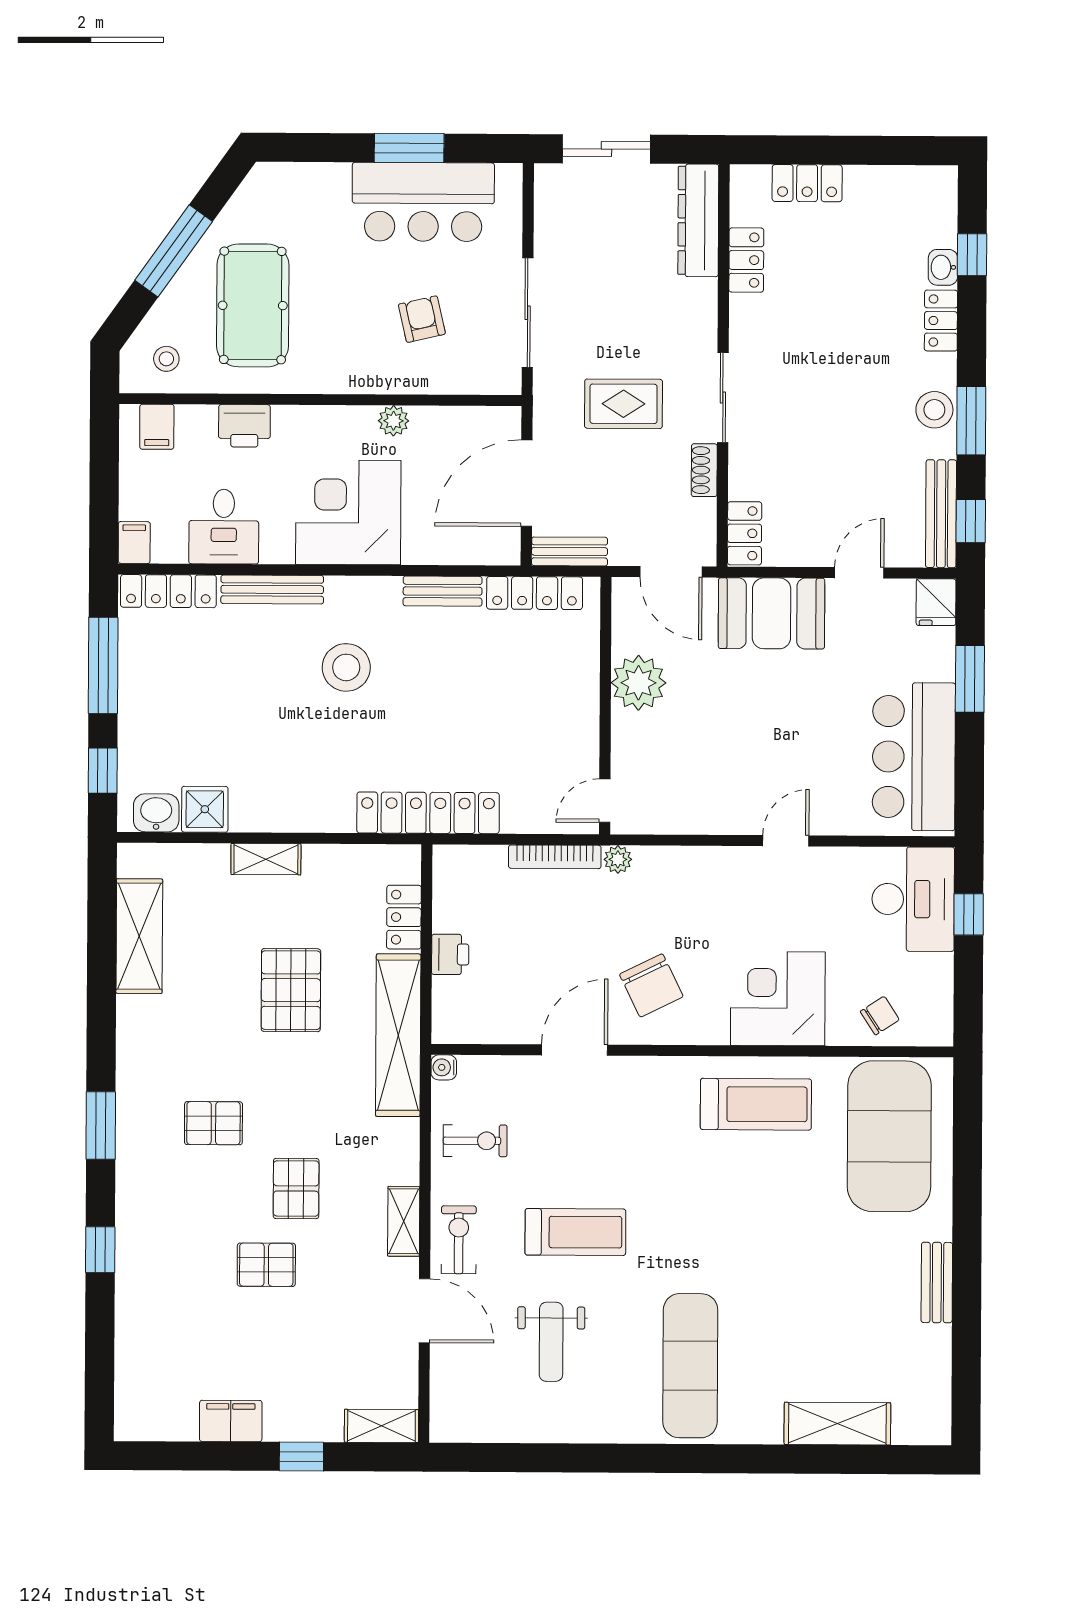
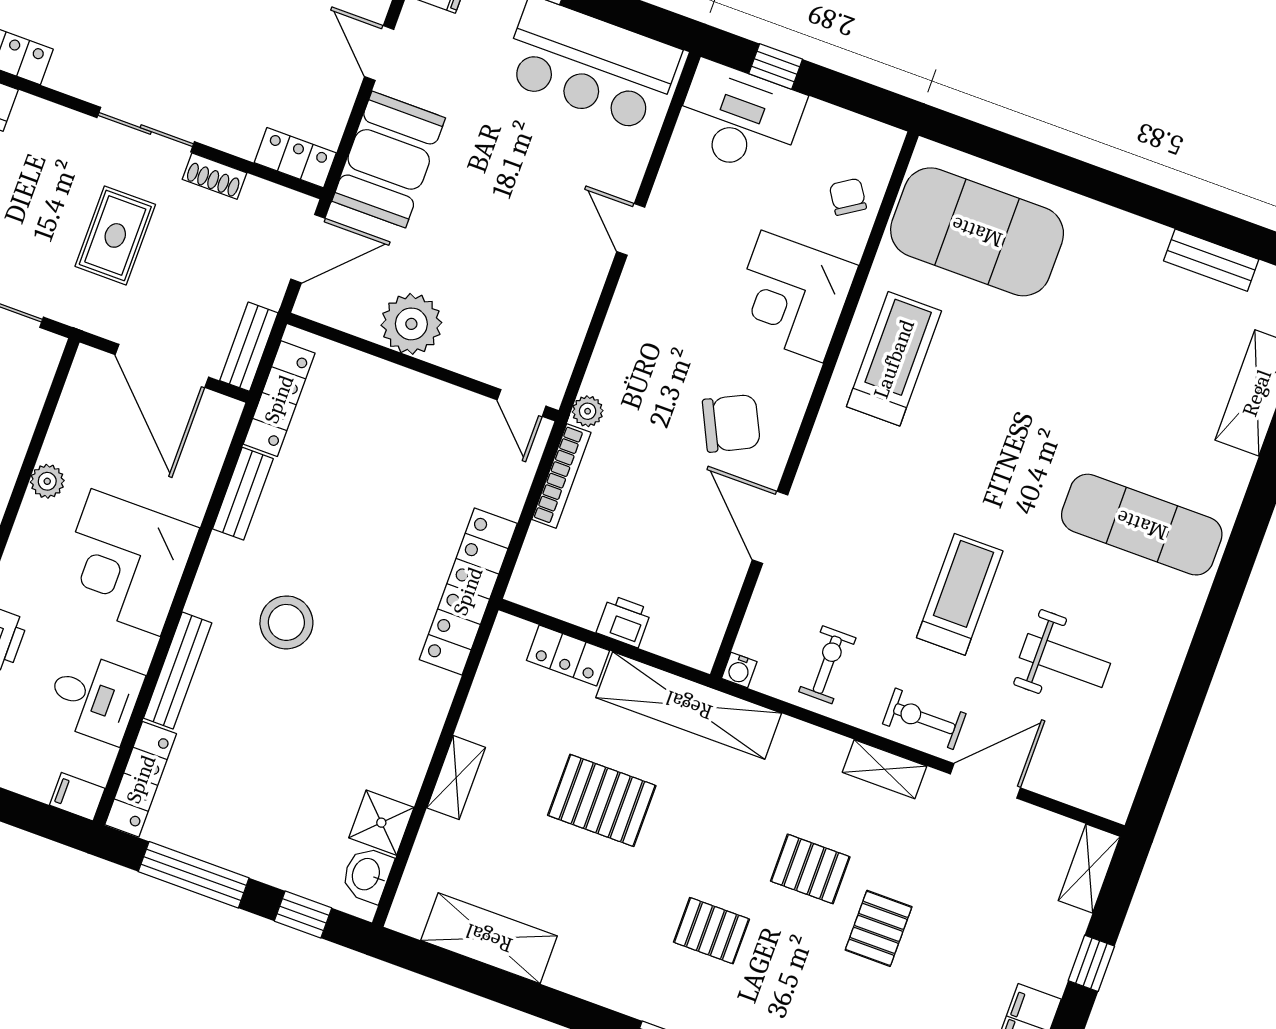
pallet: (213, 1123) -> (711, 931), turned 90
bench: (937, 1283) -> (1211, 260), moved

